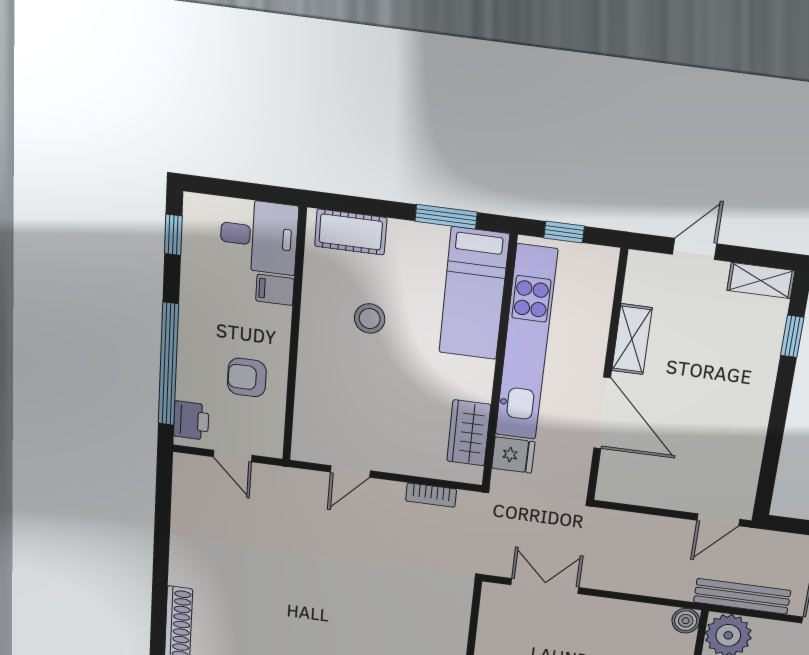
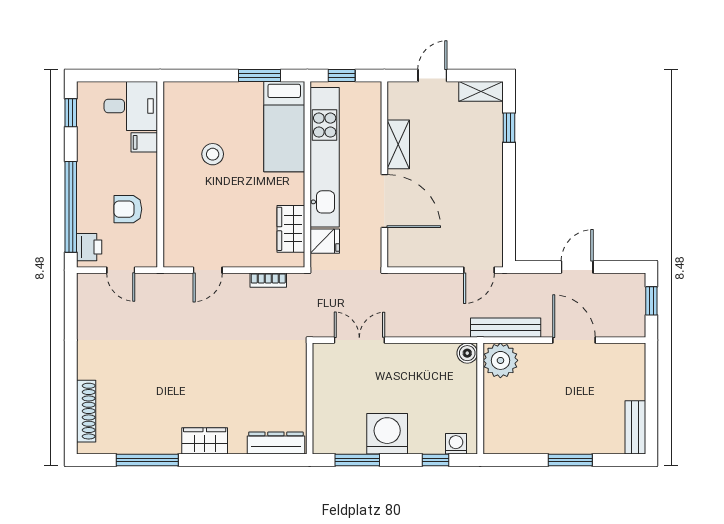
cot: (351, 232) -> (195, 95), removed

